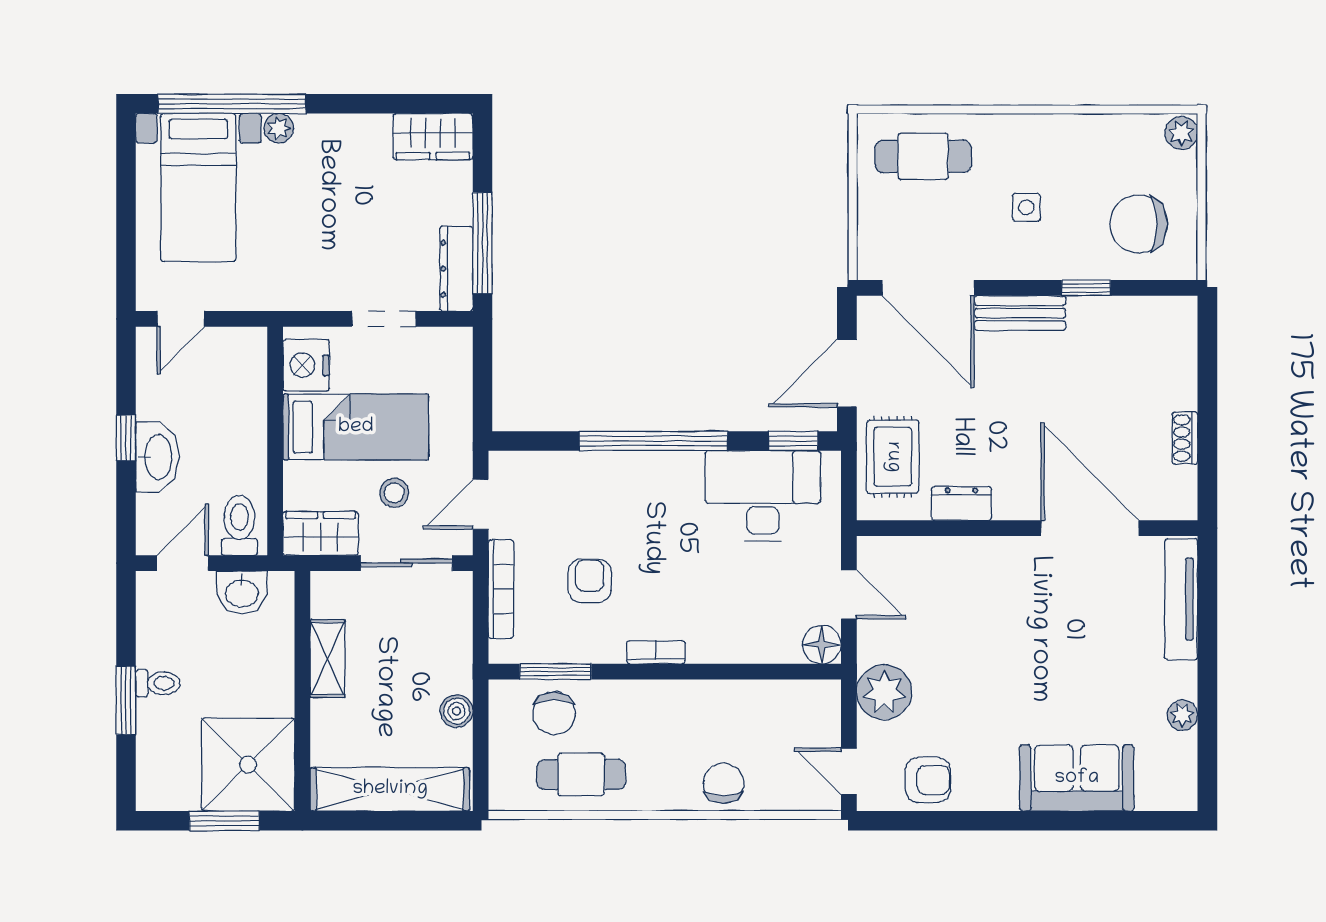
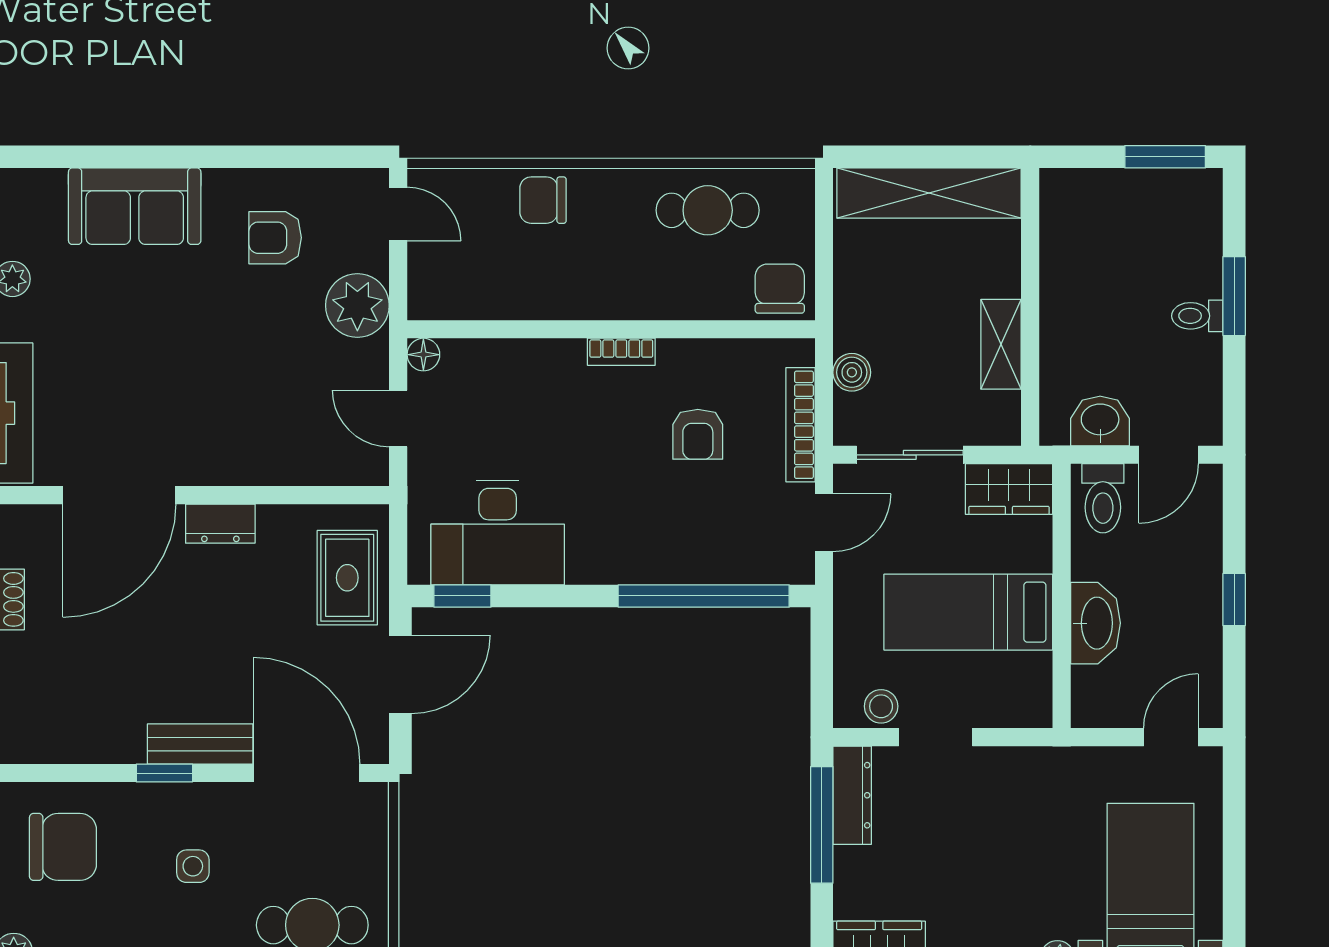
window: (1086, 288) -> (164, 773), moved
nightstand: (306, 365) -> (1026, 684), removed
window: (653, 441) -> (704, 596), moved
washbasin: (157, 457) -> (1095, 623), moved, turned 180
stool: (394, 493) -> (881, 706), moved
dresser: (961, 504) -> (220, 524), moved
door: (1090, 528) -> (119, 495), hinge flipped
floor lamp: (822, 645) -> (423, 355), width x0.73, depth x0.73
window: (555, 672) -> (737, 329), removed
boiler: (457, 711) -> (852, 372), moved
chair: (554, 713) -> (780, 289), moved
shower: (248, 765) -> (1093, 222), removed
armchair: (928, 780) -> (275, 238), moved
chair: (724, 783) -> (543, 200), turned 90
window: (224, 821) -> (1165, 157), moved

